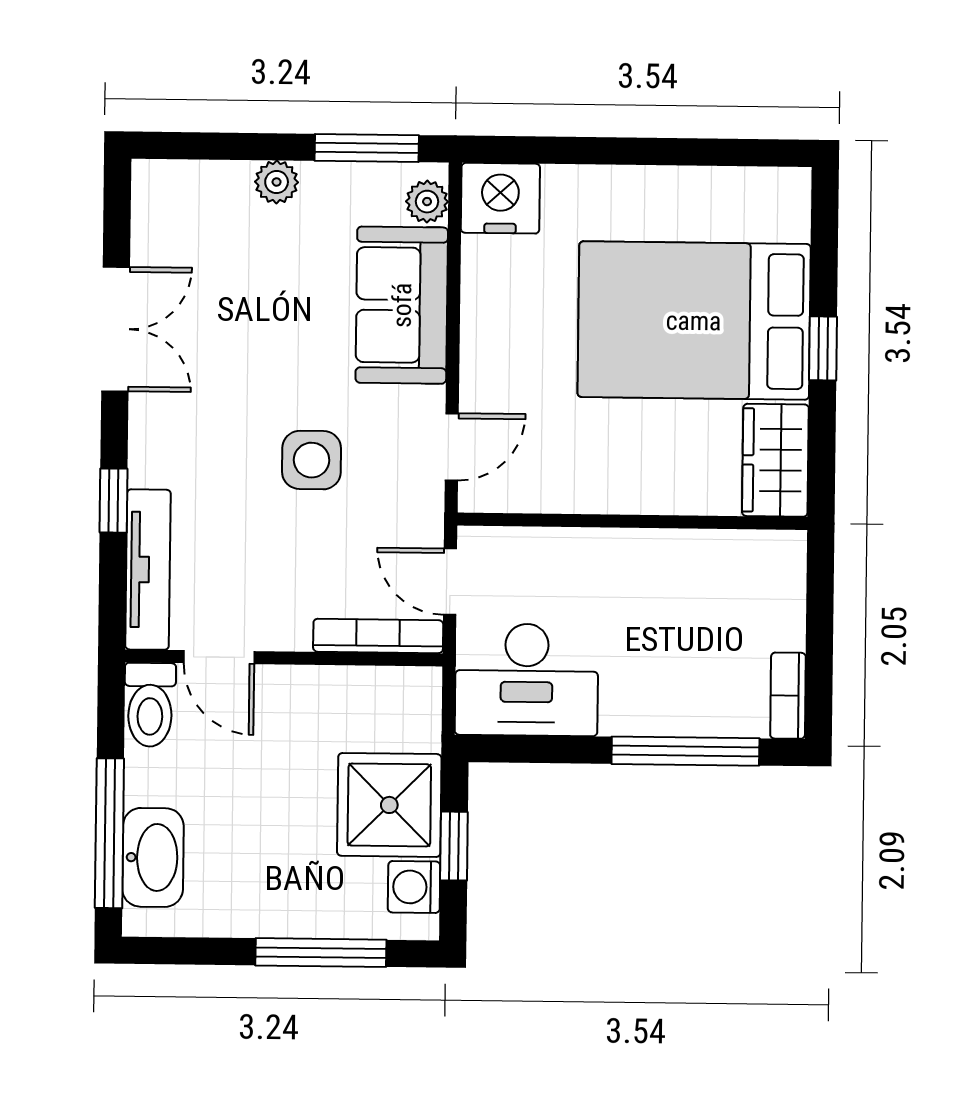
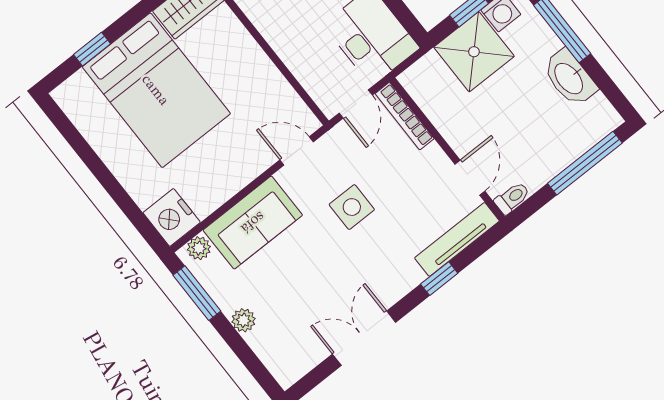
window: (823, 348) -> (92, 49), moved
toilet: (150, 705) -> (512, 198), width x0.73, depth x0.72
washbasin: (153, 857) -> (569, 78), moved, turned -90

